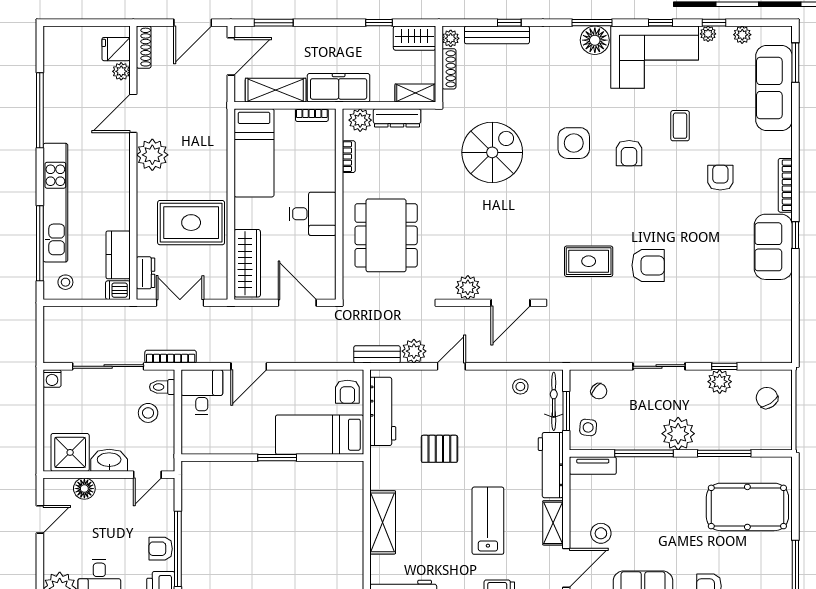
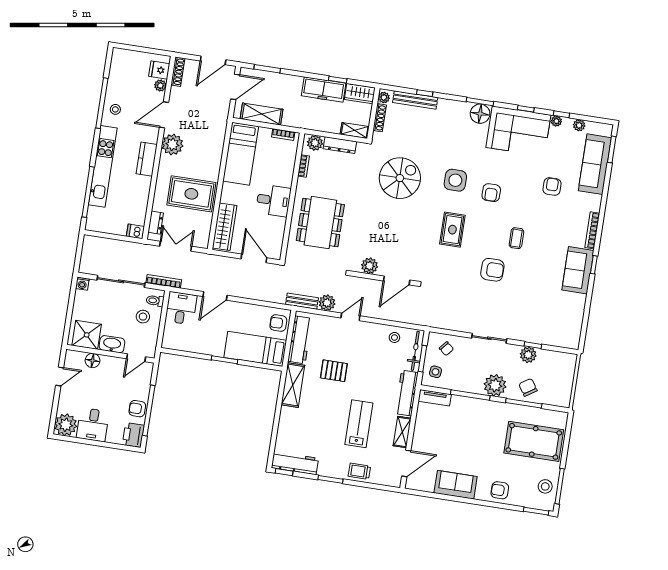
freezer: (339, 88) -> (324, 90), moved, turned 180
coffee table: (680, 126) -> (516, 238), moved
armchair: (720, 178) -> (552, 187), moved
kitchen counter: (118, 255) -> (147, 159), moved
rug: (589, 261) -> (452, 230), moved, turned 90
stool: (65, 282) -> (115, 109), moved
armchair: (347, 392) -> (278, 323), turned 90
chair: (767, 398) -> (528, 387), moved
shelving: (383, 522) -> (293, 385), moved
stool: (601, 533) -> (545, 486), moved

